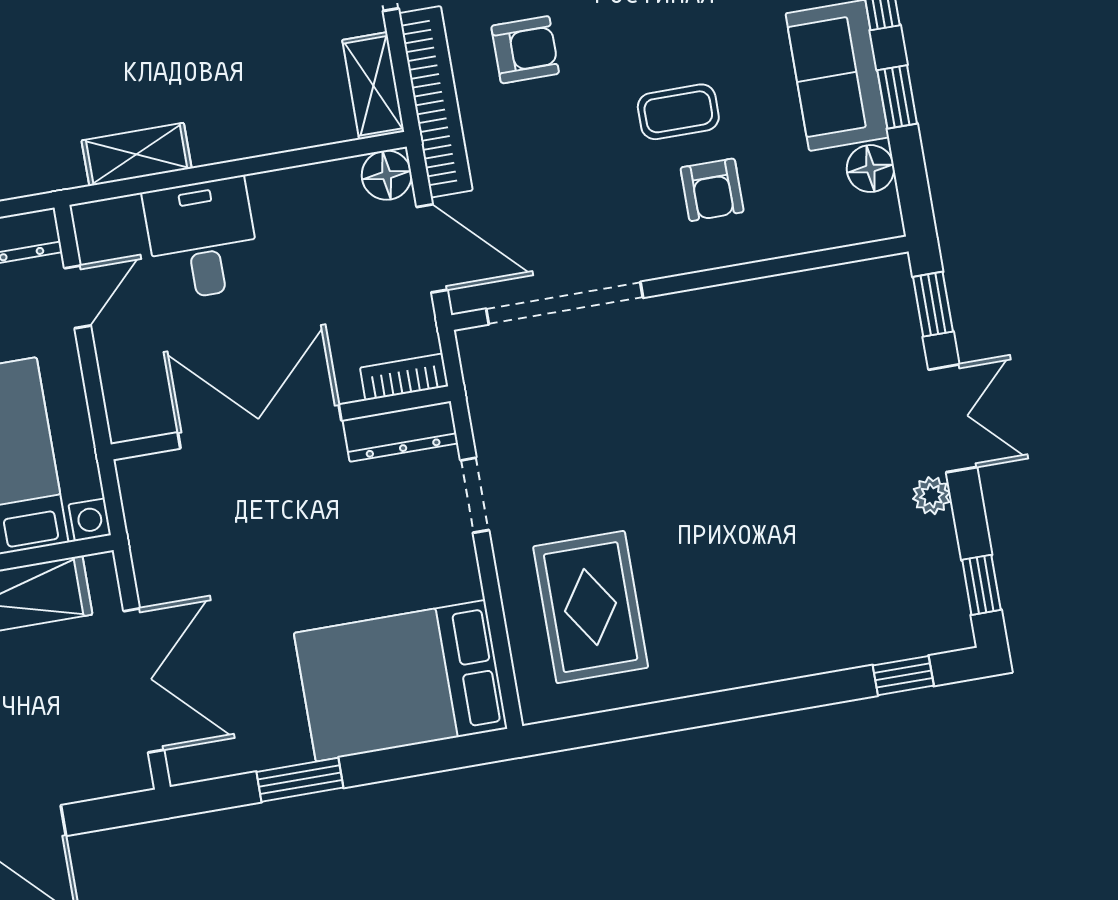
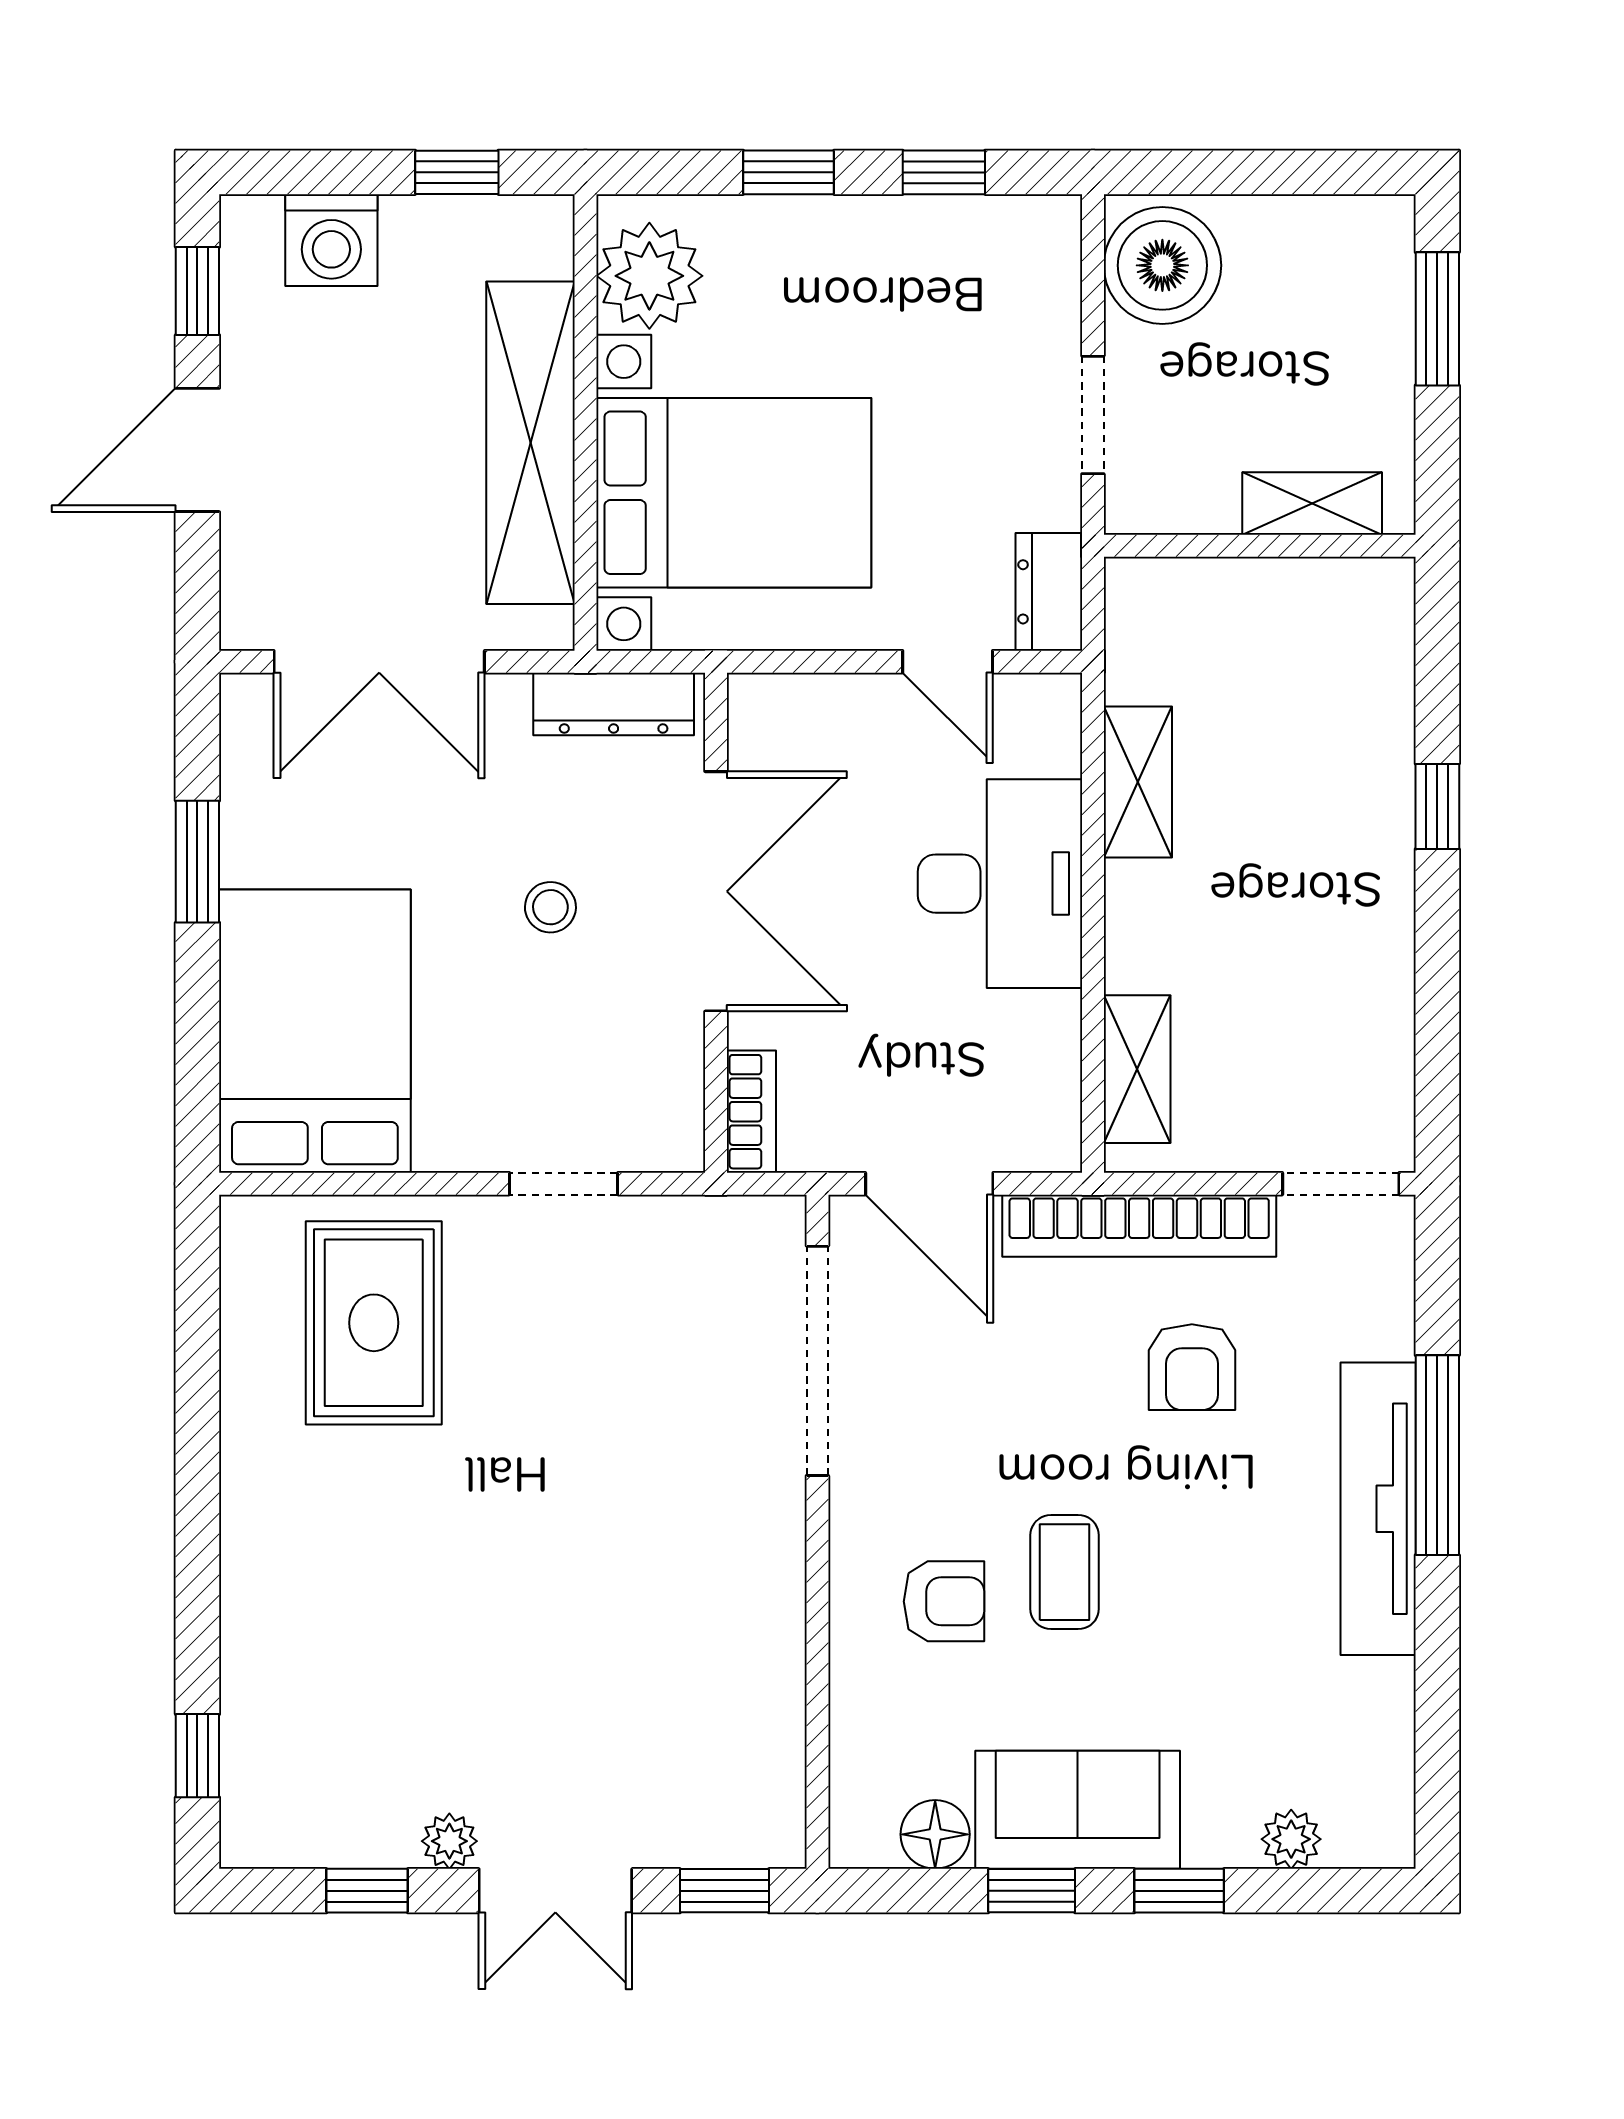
shelving: (373, 86) -> (1137, 1069), moved, turned 90
floor lamp: (387, 175) -> (1046, 1137), removed
armchair: (712, 190) -> (944, 1601), turned 180
desk: (202, 239) -> (1000, 884), width x1.37
door: (432, 248) -> (929, 1184), hinge flipped
dresser: (400, 432) -> (614, 704), moved, turned -90
stool: (290, 536) -> (550, 907), added
window: (981, 585) -> (367, 1891), moved
rug: (591, 607) -> (374, 1323), turned 90

